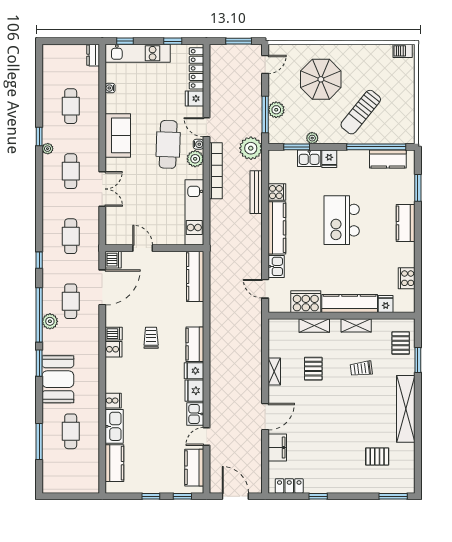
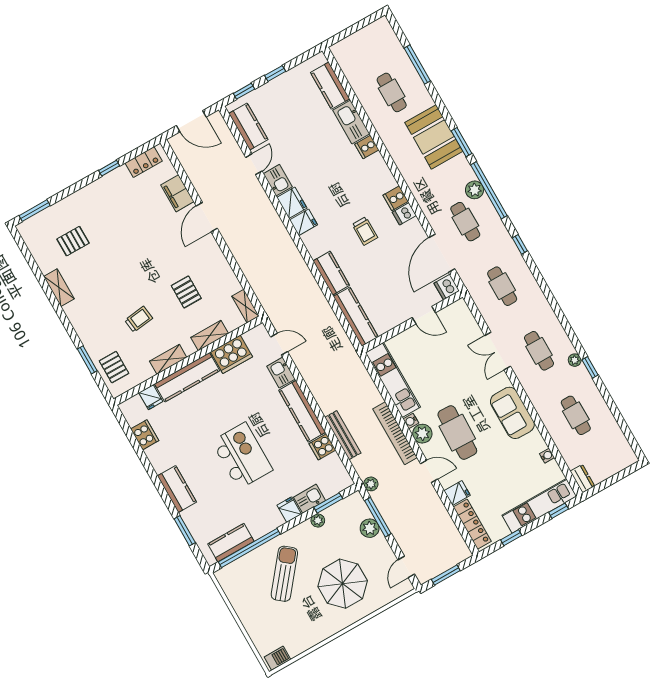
water cooler: (198, 144) -> (411, 421), moved
plant: (251, 148) -> (371, 484), width x0.53, depth x0.53
kitchen counter: (195, 344) -> (331, 273), moved
shelving: (274, 371) -> (246, 306), moved
shelving: (406, 409) -> (59, 288), width x0.45, depth x0.75

